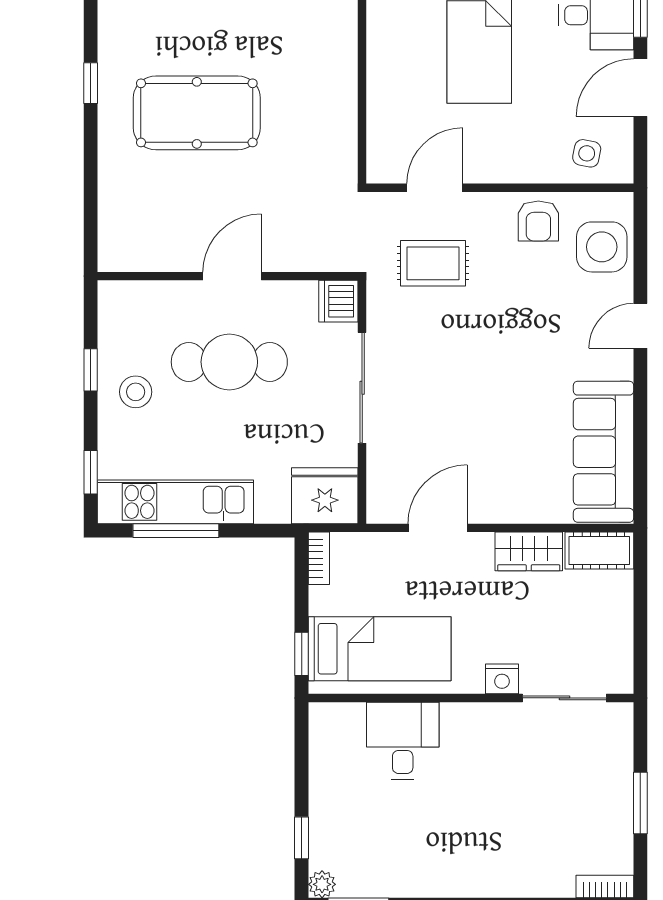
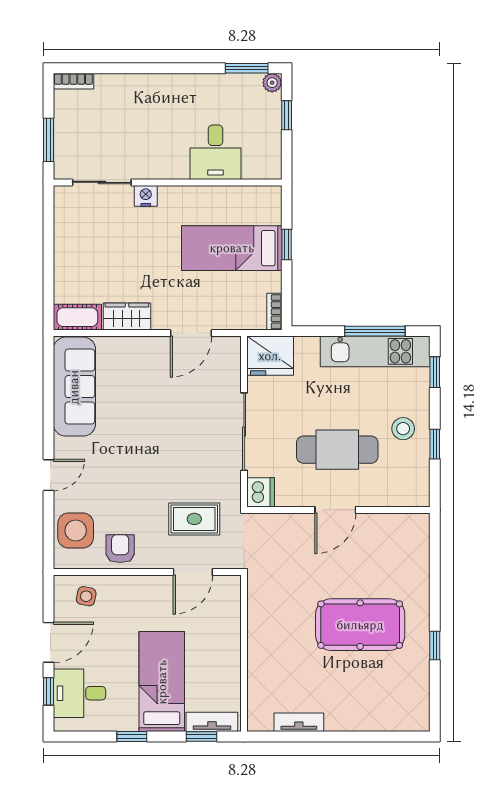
nightstand: (502, 679) -> (146, 196), moved
wall: (471, 698) -> (168, 182), moved
sliding door: (564, 698) -> (102, 182), moved
desk: (403, 741) -> (215, 152), moved

